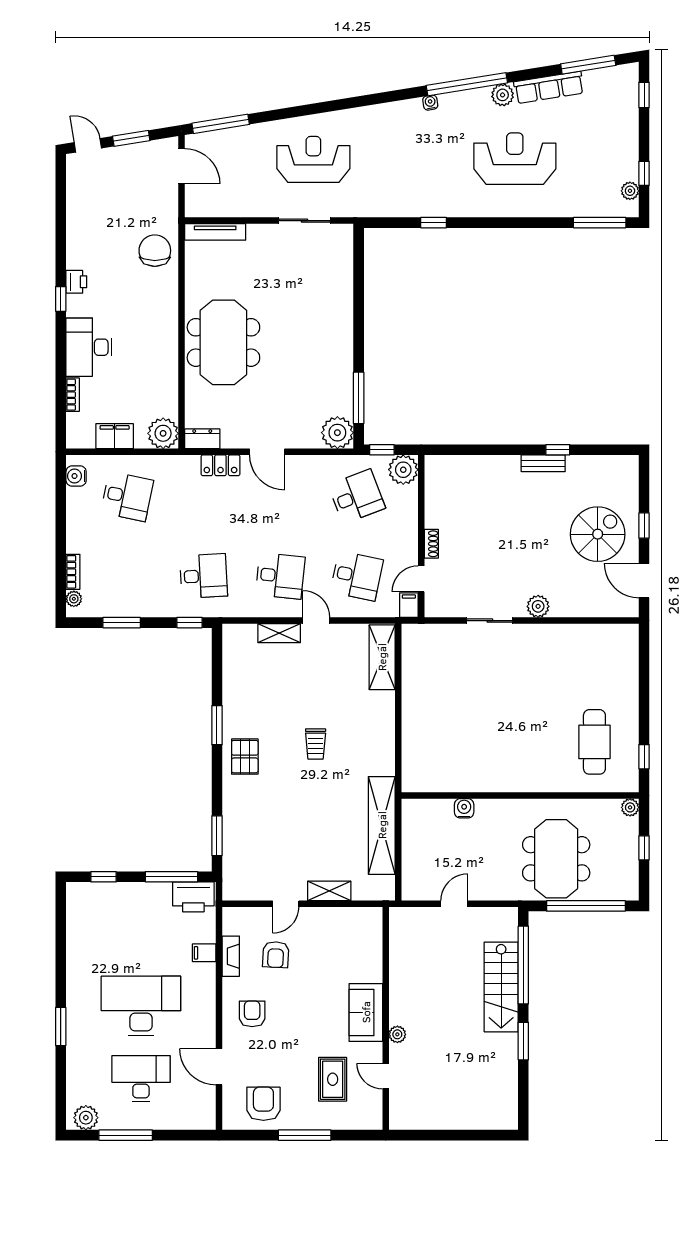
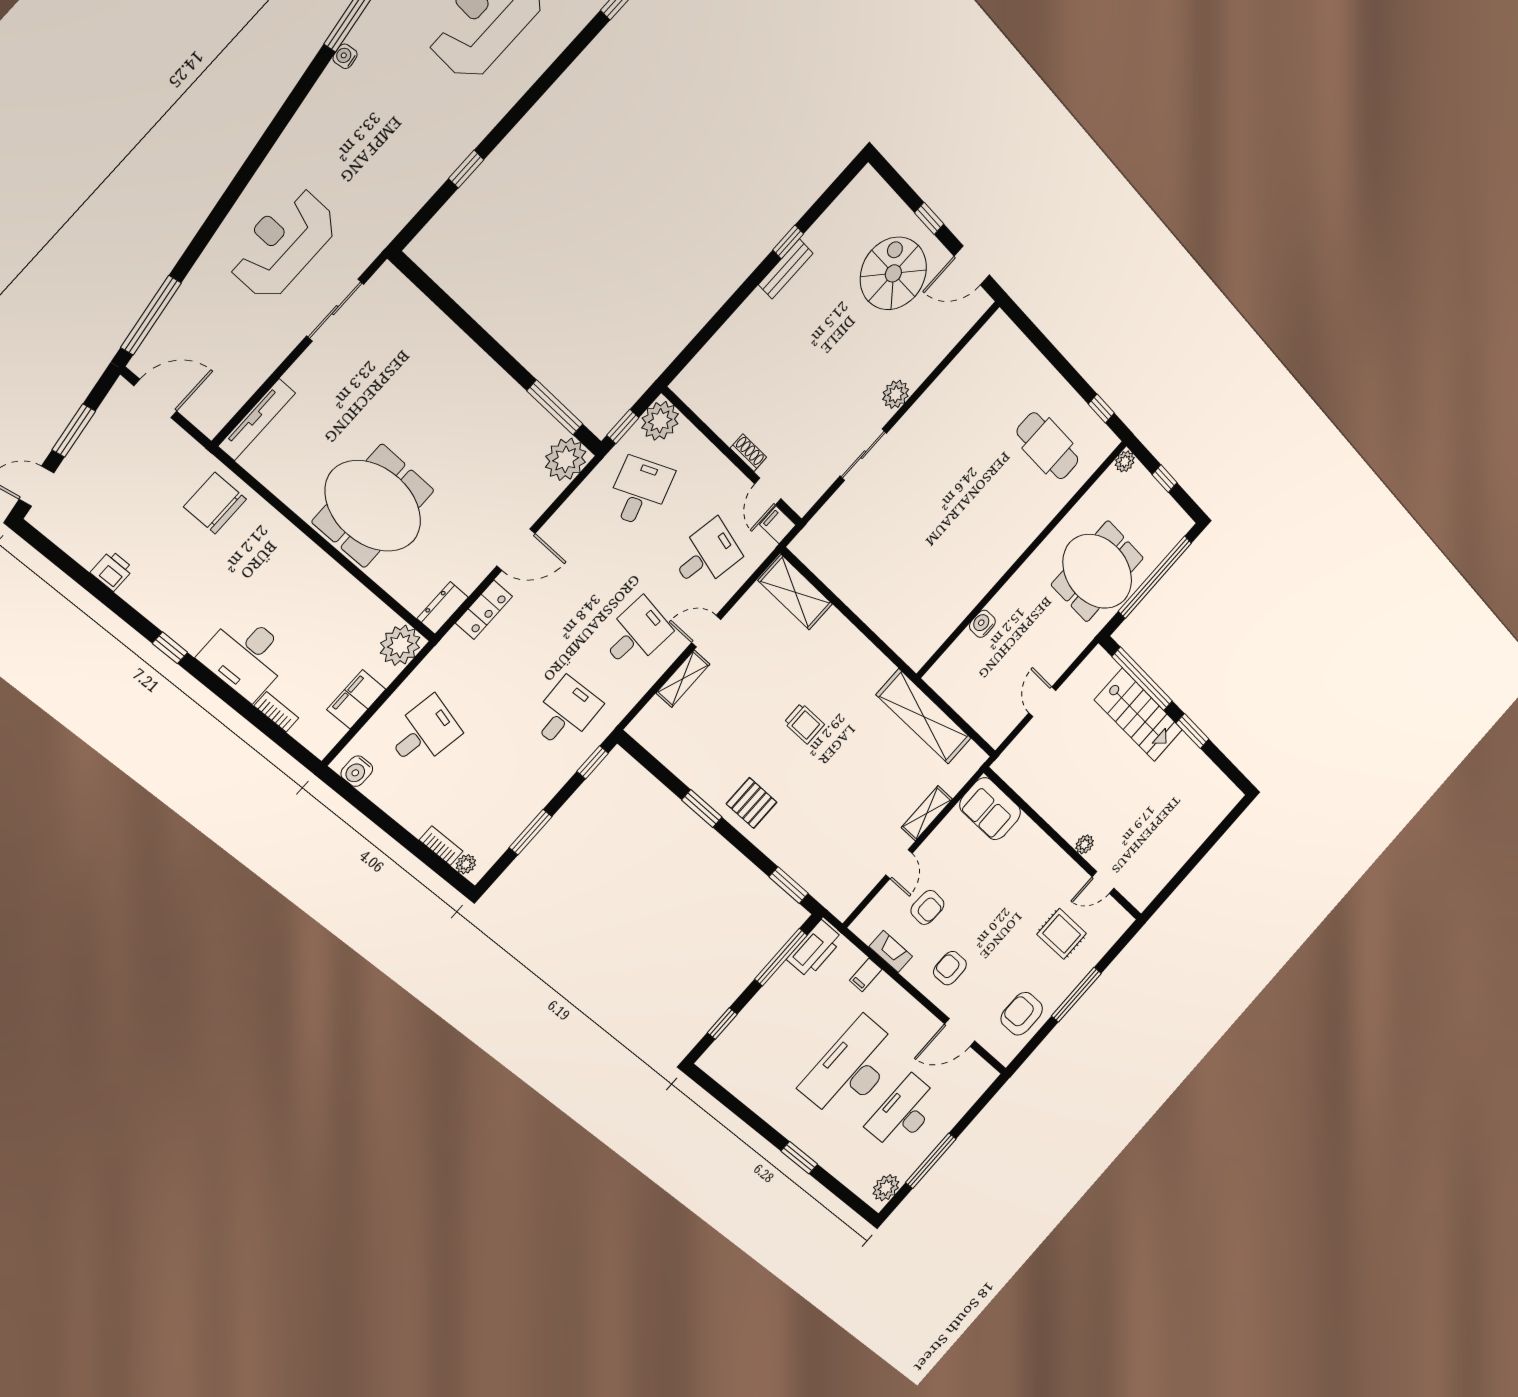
printer: (76, 282) -> (112, 571), moved
sofa: (366, 1012) -> (990, 809), moved

